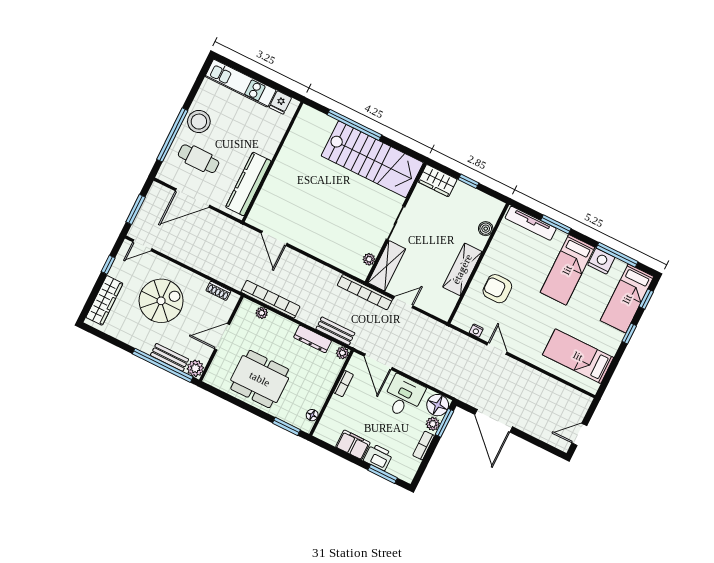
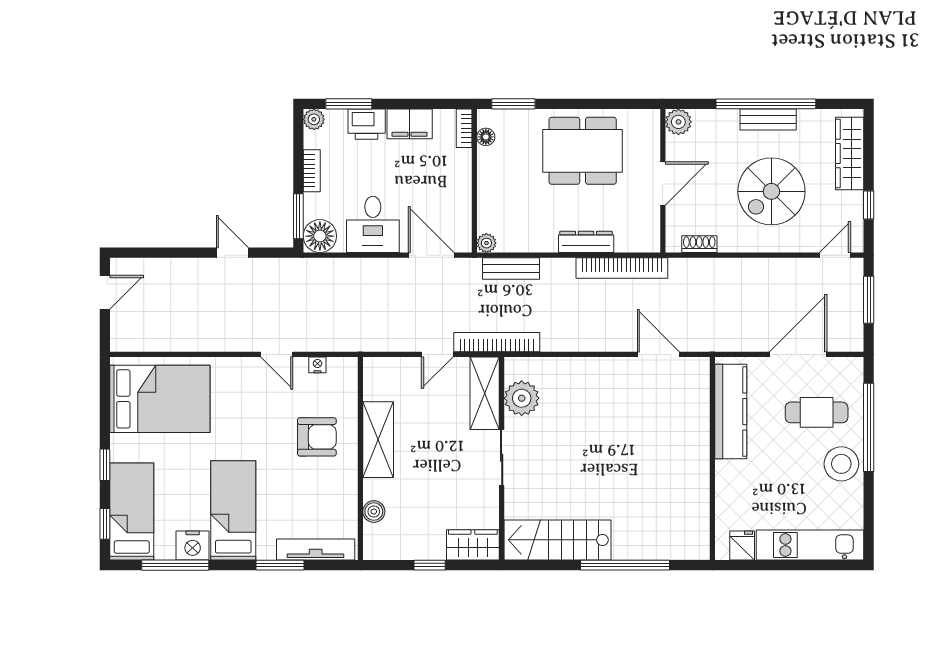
stairs: (372, 159) -> (558, 540), width x0.73, depth x0.66
plant: (369, 259) -> (522, 398), width x1.88, depth x1.88
plant: (262, 313) -> (625, 243), removed
dresser: (313, 339) -> (586, 242), moved
bed: (578, 356) -> (160, 399), width x1.50
bench: (170, 357) -> (768, 119), moved
window: (163, 365) -> (766, 104), moved
bookcase: (343, 384) -> (464, 128), moved
door: (494, 421) -> (232, 253), width x0.53
plant: (433, 424) -> (314, 119), moved

